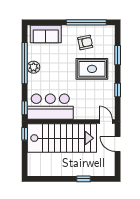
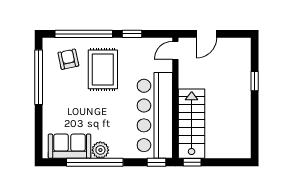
sofa: (46, 34) -> (70, 146), moved, turned -90
armchair: (85, 42) -> (68, 59), moved
window: (118, 55) -> (84, 34), width x2.11
bar counter: (50, 107) -> (155, 115), width x1.36
stairs: (62, 138) -> (192, 124), width x0.73, depth x0.66

